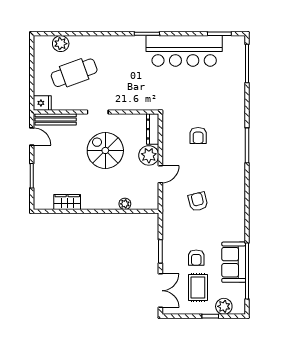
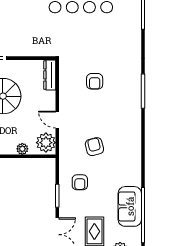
plant: (149, 155) -> (46, 143), moved
door: (160, 174) -> (57, 120), swing flipped
armchair: (196, 258) -> (80, 182), moved

